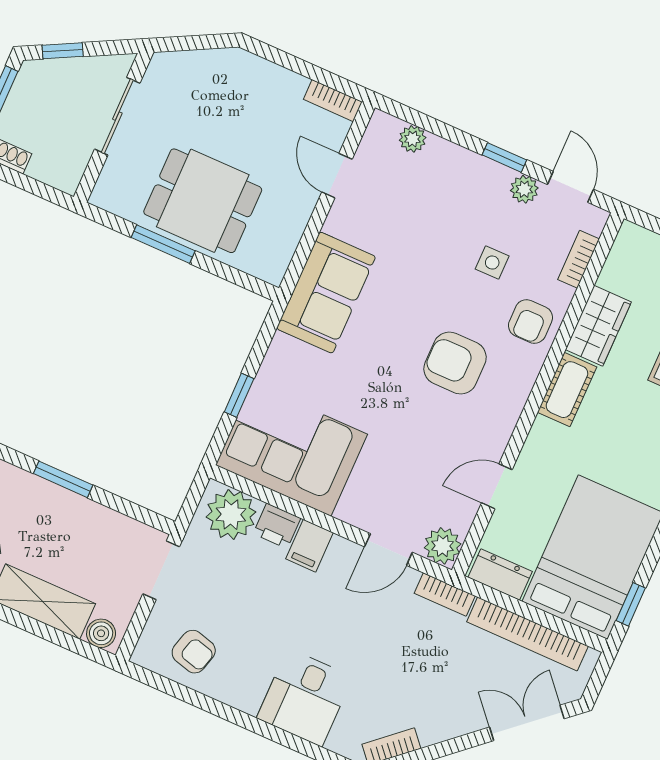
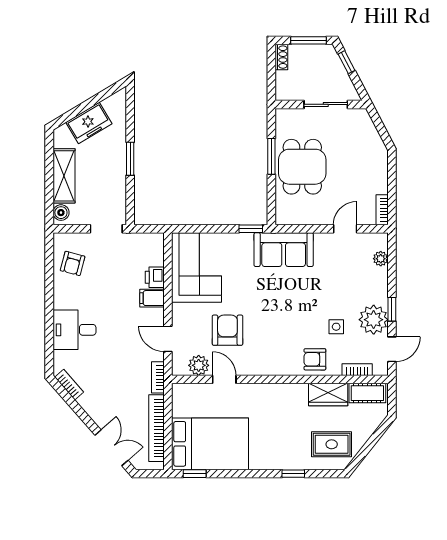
plant: (524, 189) -> (374, 320), width x1.87, depth x1.87
armchair: (455, 363) -> (227, 330), moved
cot: (567, 390) -> (367, 393), moved
window: (239, 395) -> (251, 229), moved
plant: (231, 514) -> (150, 251), removed
plant: (443, 546) -> (199, 365), moved
dresser: (500, 574) -> (180, 401), removed

